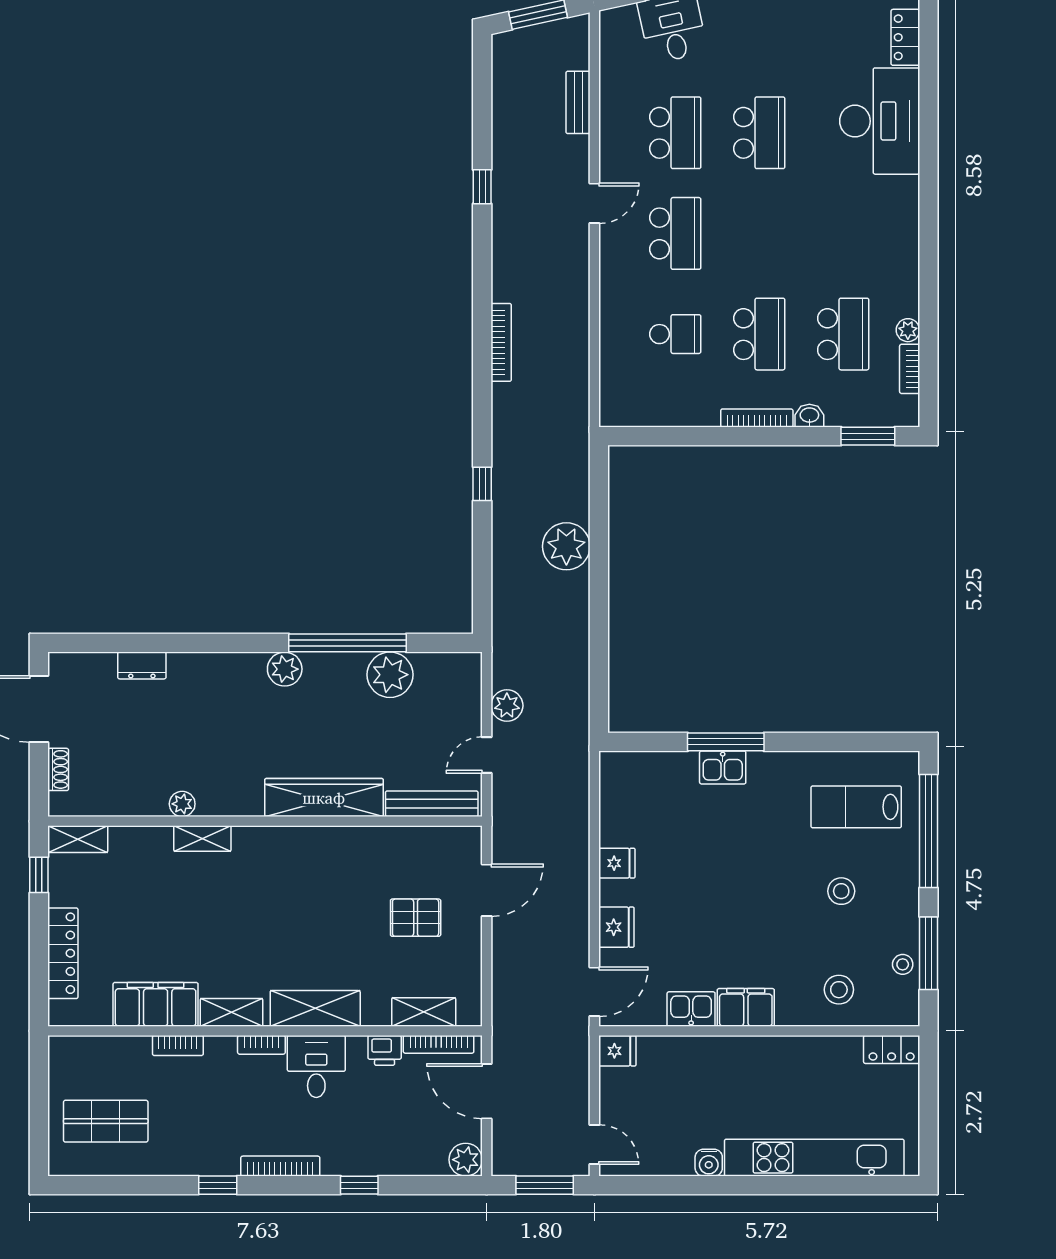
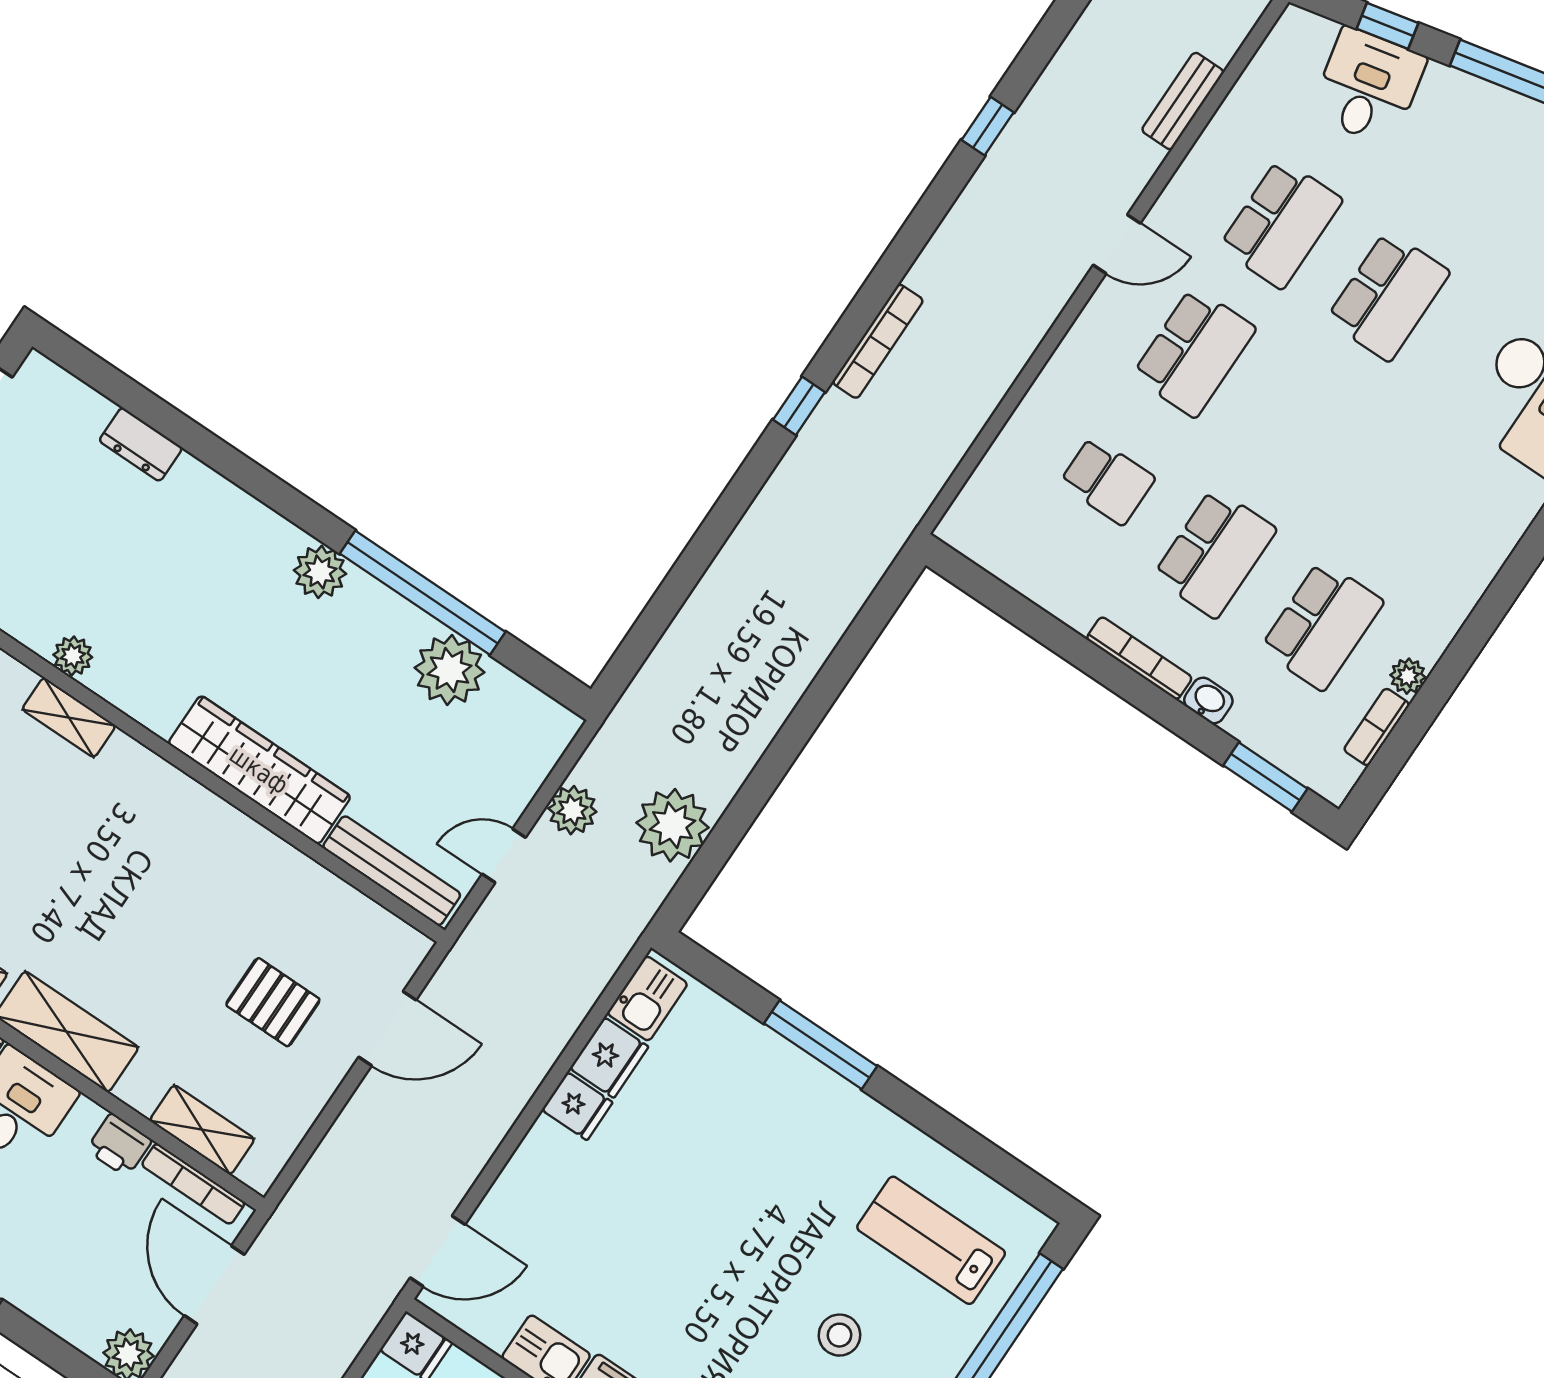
window: (482, 484) -> (799, 406), moved
plant: (566, 546) -> (673, 825), moved
kitchen sink: (723, 767) -> (647, 998), moved, turned -90
fridge: (616, 927) -> (609, 1057), moved

